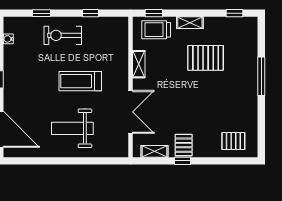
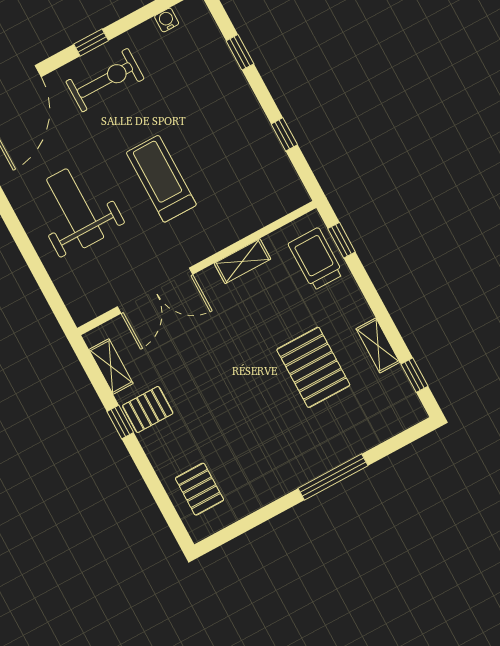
shelving: (190, 23) -> (378, 345), moved
exercise bike: (63, 35) -> (105, 80), moved, turned 90

